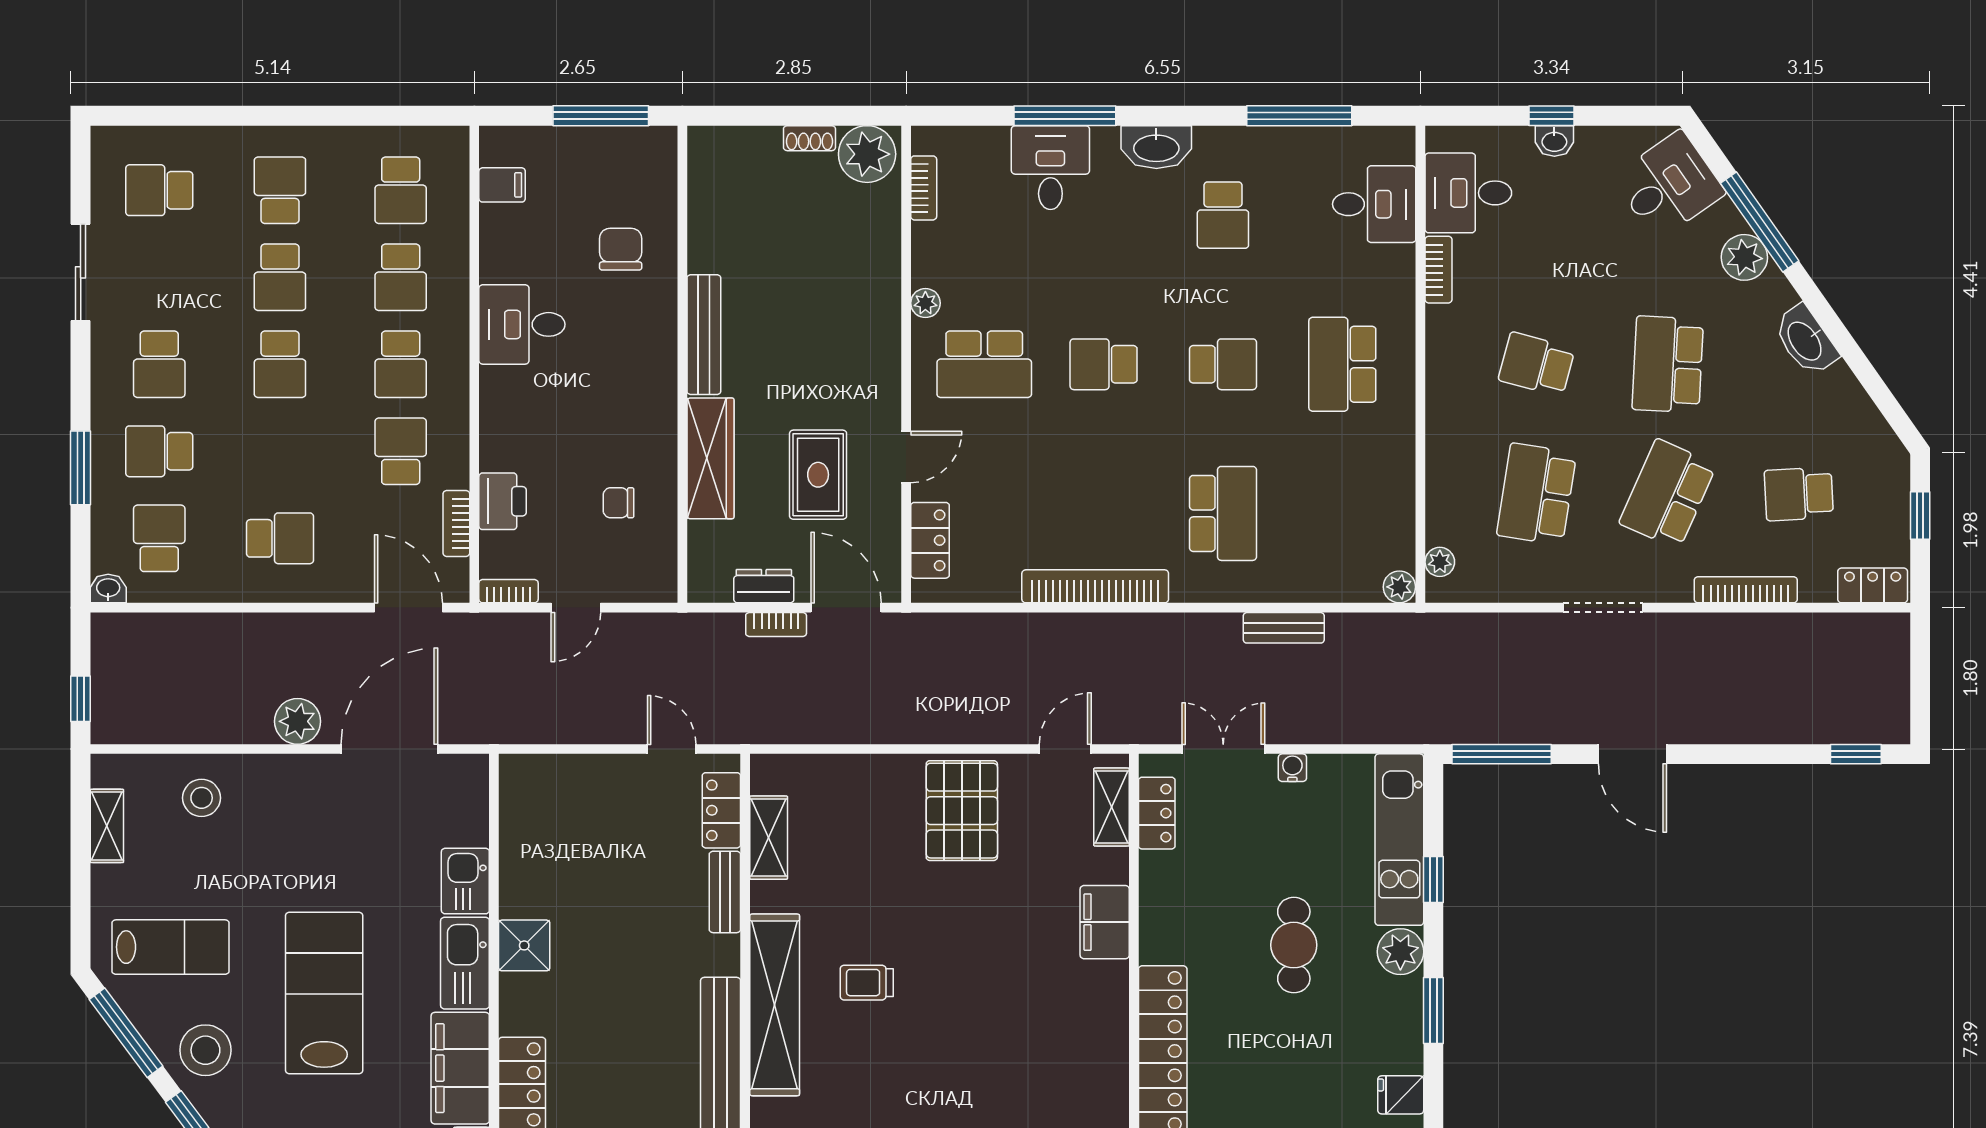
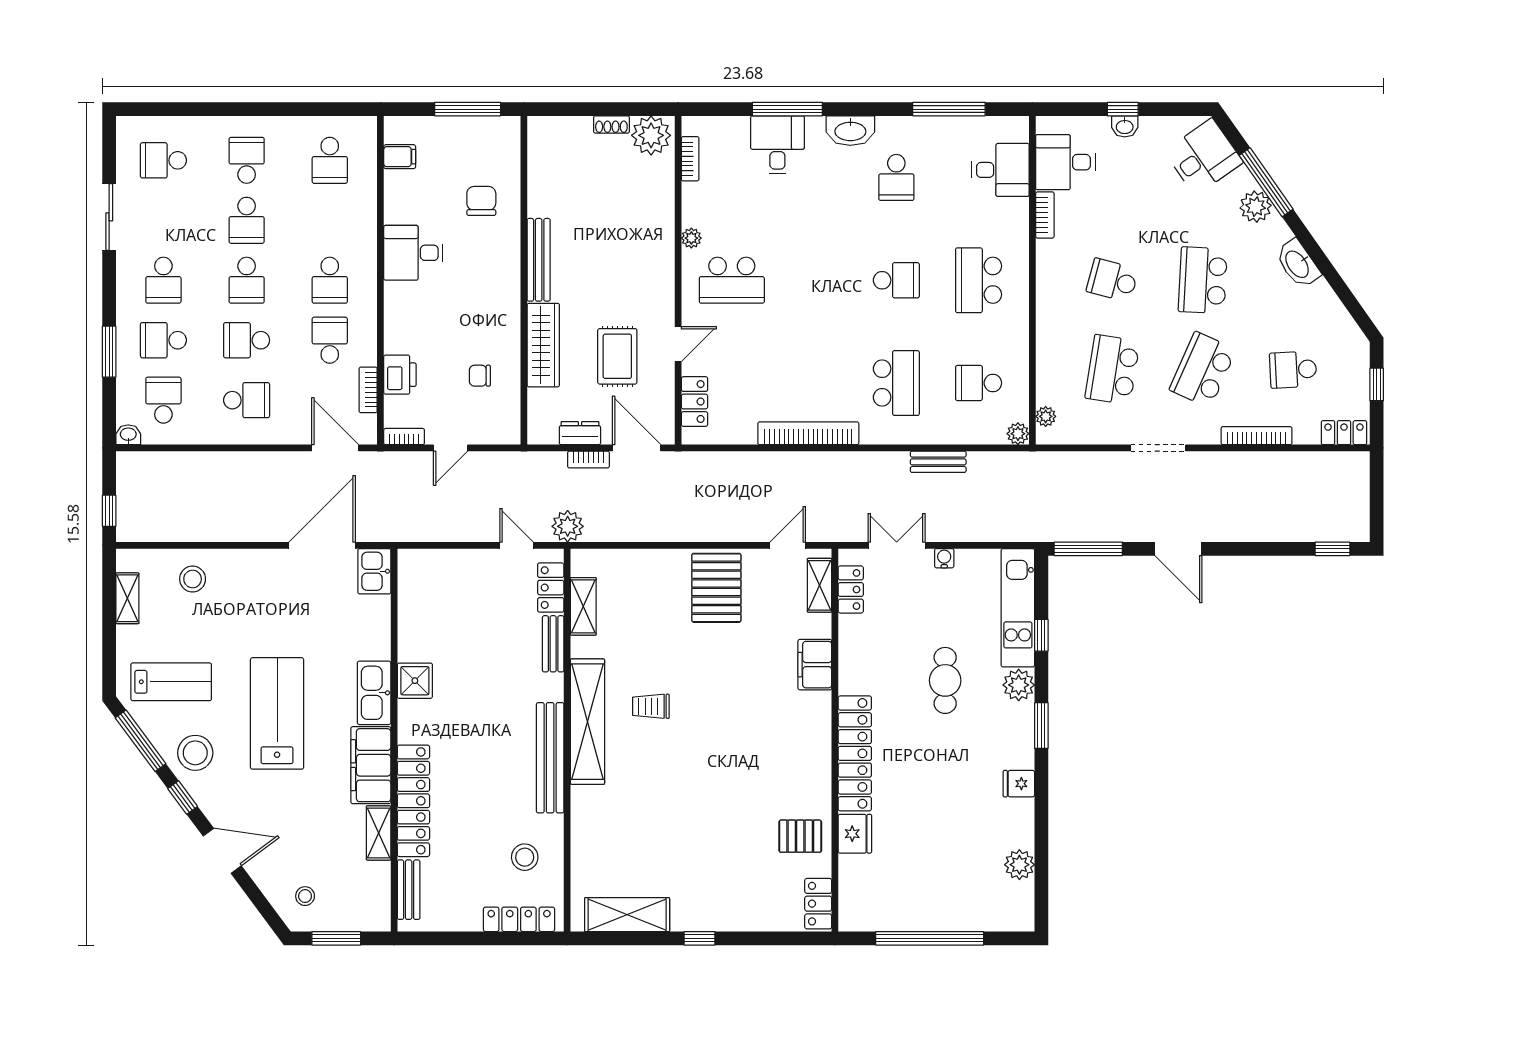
school desk: (401, 277) -> (247, 340), moved, turned 90
school desk: (1104, 364) -> (979, 383), moved
plant: (298, 721) -> (568, 526), moved
kitchen sink: (465, 881) -> (374, 571), moved

